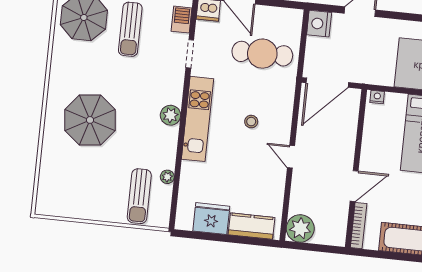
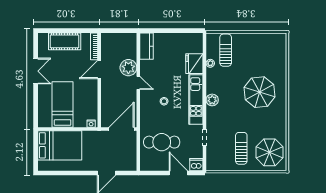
barbecue: (182, 20) -> (212, 157), removed
nightstand: (319, 24) -> (130, 163), removed
fridge: (211, 219) -> (194, 64), moved, turned 90
kitchen counter: (251, 226) -> (147, 46), moved, turned -90
plant: (300, 228) -> (128, 68), moved

